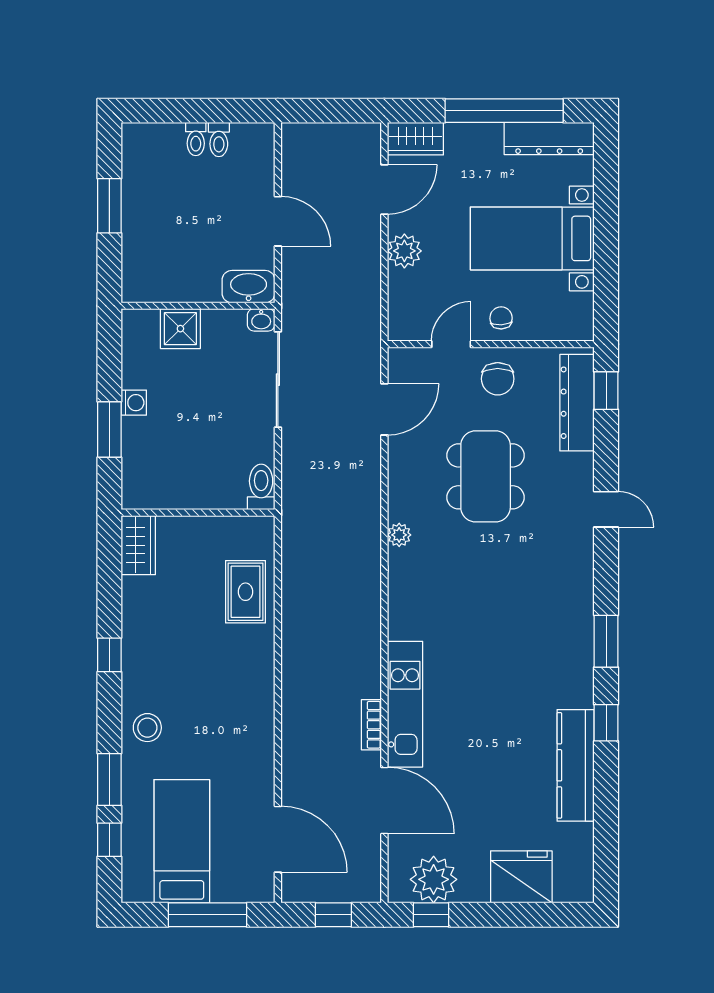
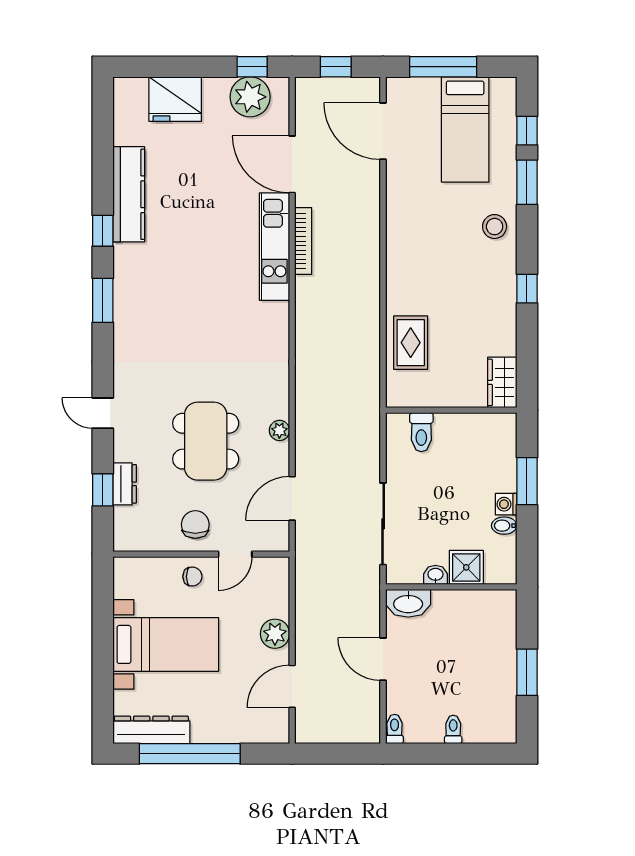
wardrobe: (415, 139) -> (266, 730), removed
toilet: (219, 140) -> (395, 729), moved
chair: (501, 318) -> (192, 577), turned -87
washbasin: (261, 320) -> (435, 575), moved
bidet: (136, 378) -> (504, 526), added
window: (606, 391) -> (103, 490), moved
dresser: (577, 403) -> (125, 484), width x0.51, depth x0.80
toilet: (261, 487) -> (421, 432), moved
plant: (399, 535) -> (279, 430), moved
bookcase: (371, 725) -> (303, 241), width x1.56

